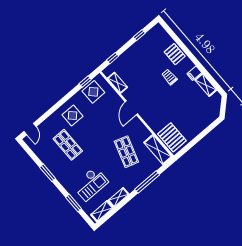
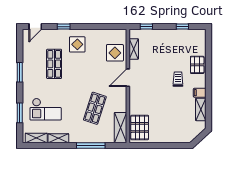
window: (85, 82) -> (64, 27), moved
display table: (93, 92) -> (115, 53), moved

